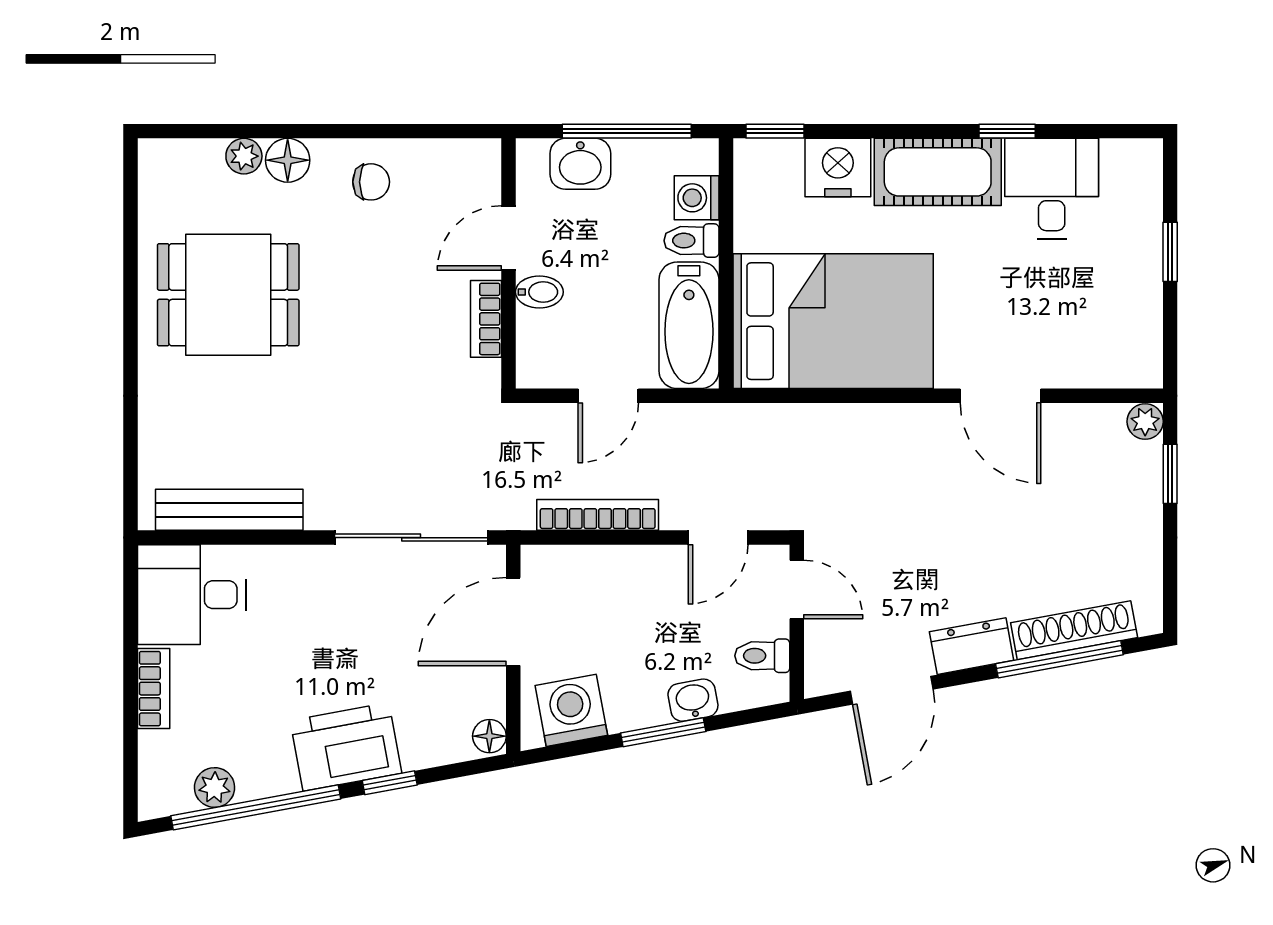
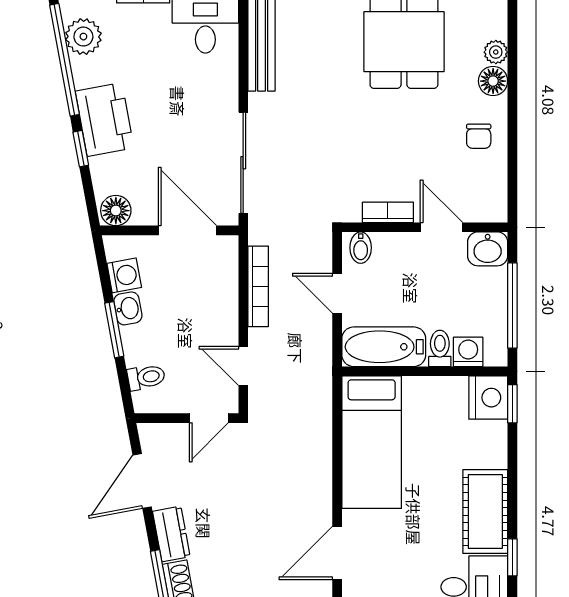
washbasin: (580, 164) -> (488, 249), moved, turned -90
nightstand: (838, 168) -> (488, 398), moved
bidet: (539, 292) -> (361, 248), moved
bed: (833, 321) -> (372, 442), width x0.67
toilet: (762, 656) -> (146, 377), moved, turned 80
door: (892, 690) -> (142, 481), hinge flipped
washbasin: (693, 700) -> (128, 308), moved
washing machine: (571, 710) -> (124, 275), width x0.73, depth x0.73
floor lamp: (489, 736) -> (116, 211), width x1.37, depth x1.37
plant: (215, 787) -> (83, 37), width x1.38, depth x1.38

